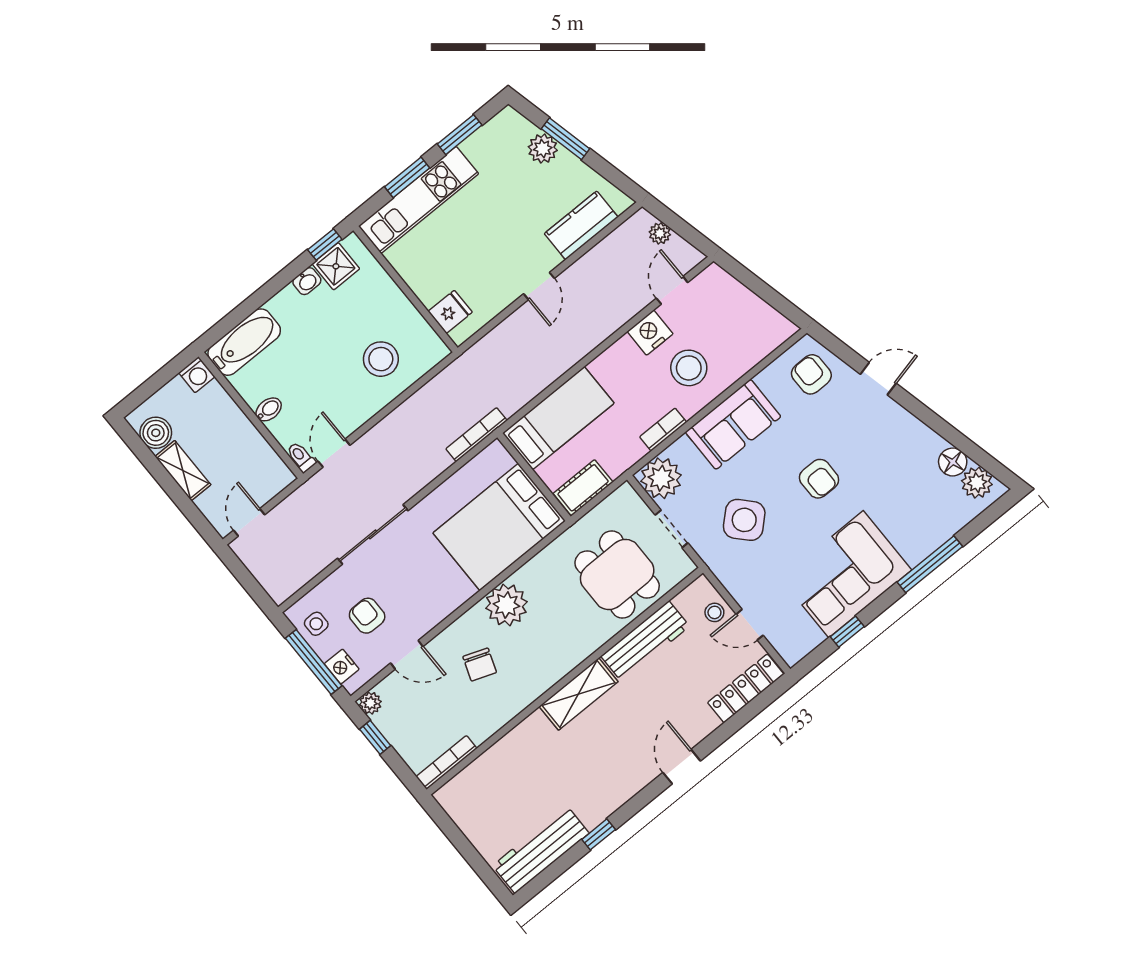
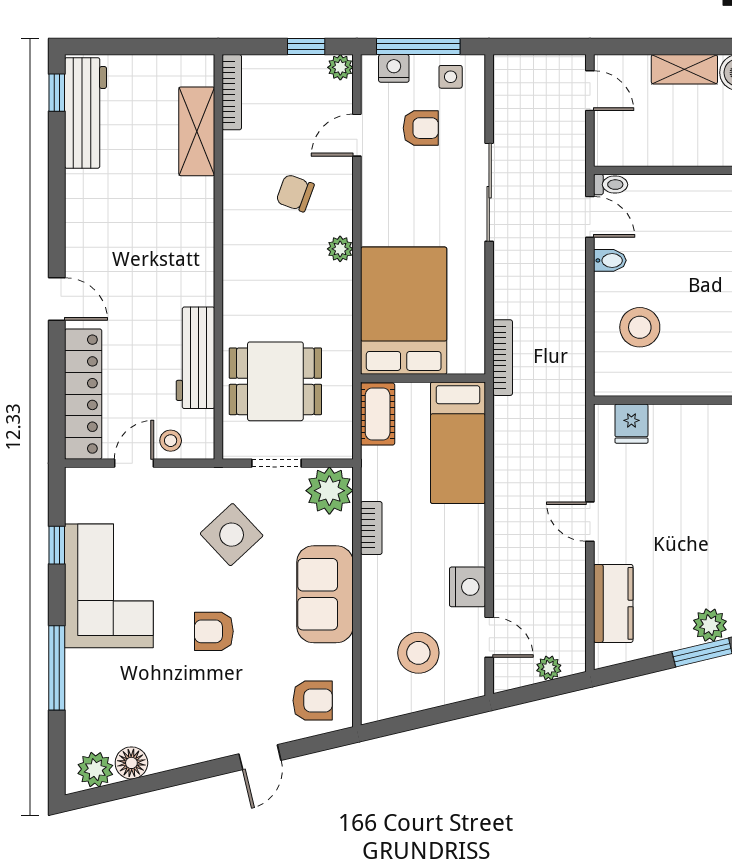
stool: (689, 368) -> (418, 653), moved
bidet: (269, 409) -> (610, 260), moved, turned -90
plant: (506, 605) -> (340, 249), width x0.53, depth x0.53
locker: (746, 688) -> (83, 394), width x1.41, depth x1.21
shelving: (579, 694) -> (197, 131), moved
window: (599, 834) -> (57, 93), moved

